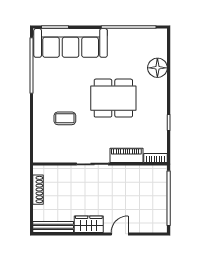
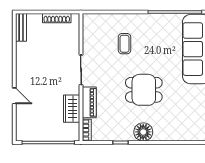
floor lamp: (157, 68) -> (143, 132), moved
dining table: (113, 98) -> (144, 90), width x0.73
wardrobe: (89, 224) -> (72, 109), moved, turned 180
bench: (53, 227) -> (21, 27), width x0.73

